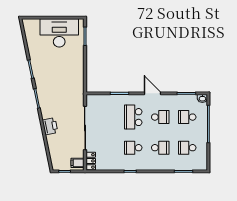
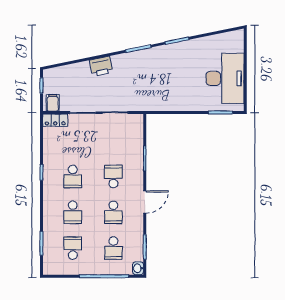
school desk: (133, 117) -> (113, 177), width x0.54
school desk: (187, 117) -> (113, 248), turned 180
school desk: (133, 148) -> (73, 177), turned 180

